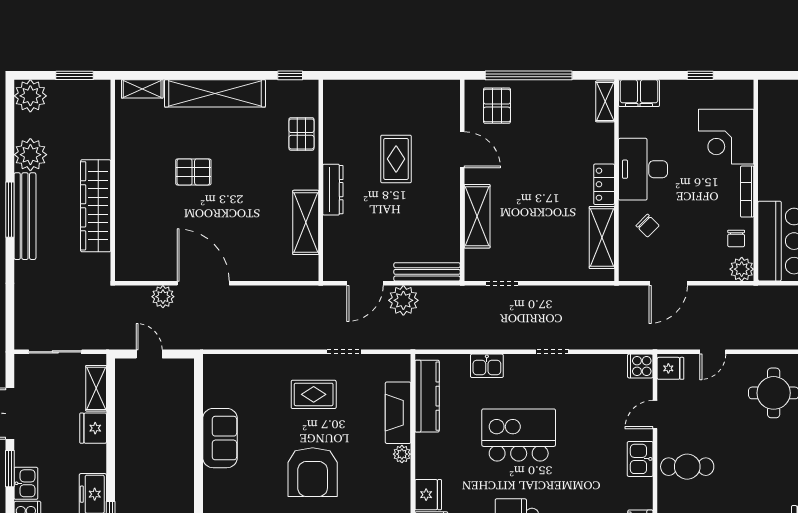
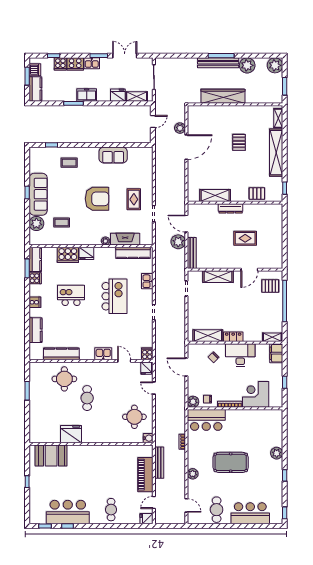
cafe table: (687, 467) -> (87, 398), moved
armchair: (313, 472) -> (97, 199), turned 180

